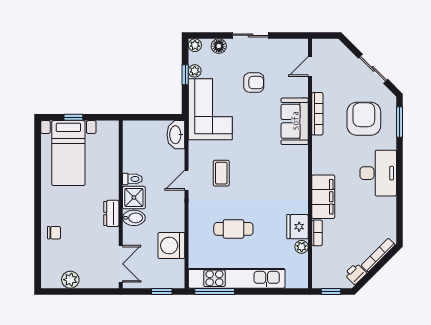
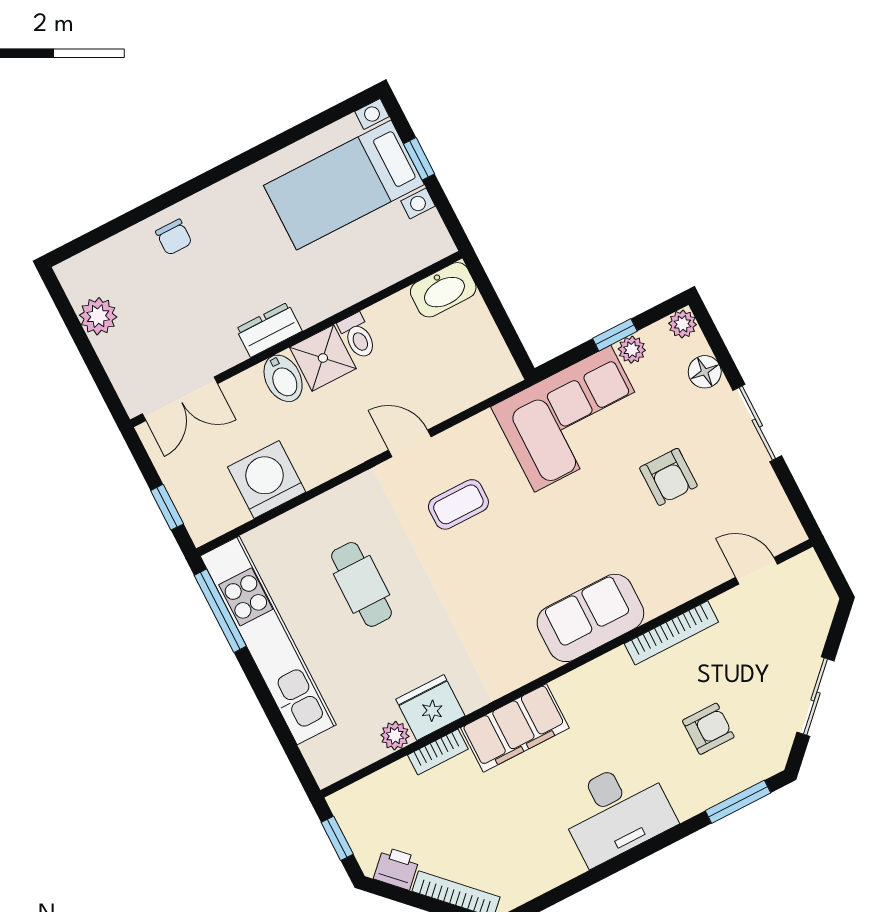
armchair: (364, 119) -> (708, 729), width x0.53, depth x0.53
sofa: (295, 121) -> (590, 618), moved
washbasin: (176, 135) -> (443, 290), moved, turned 180

